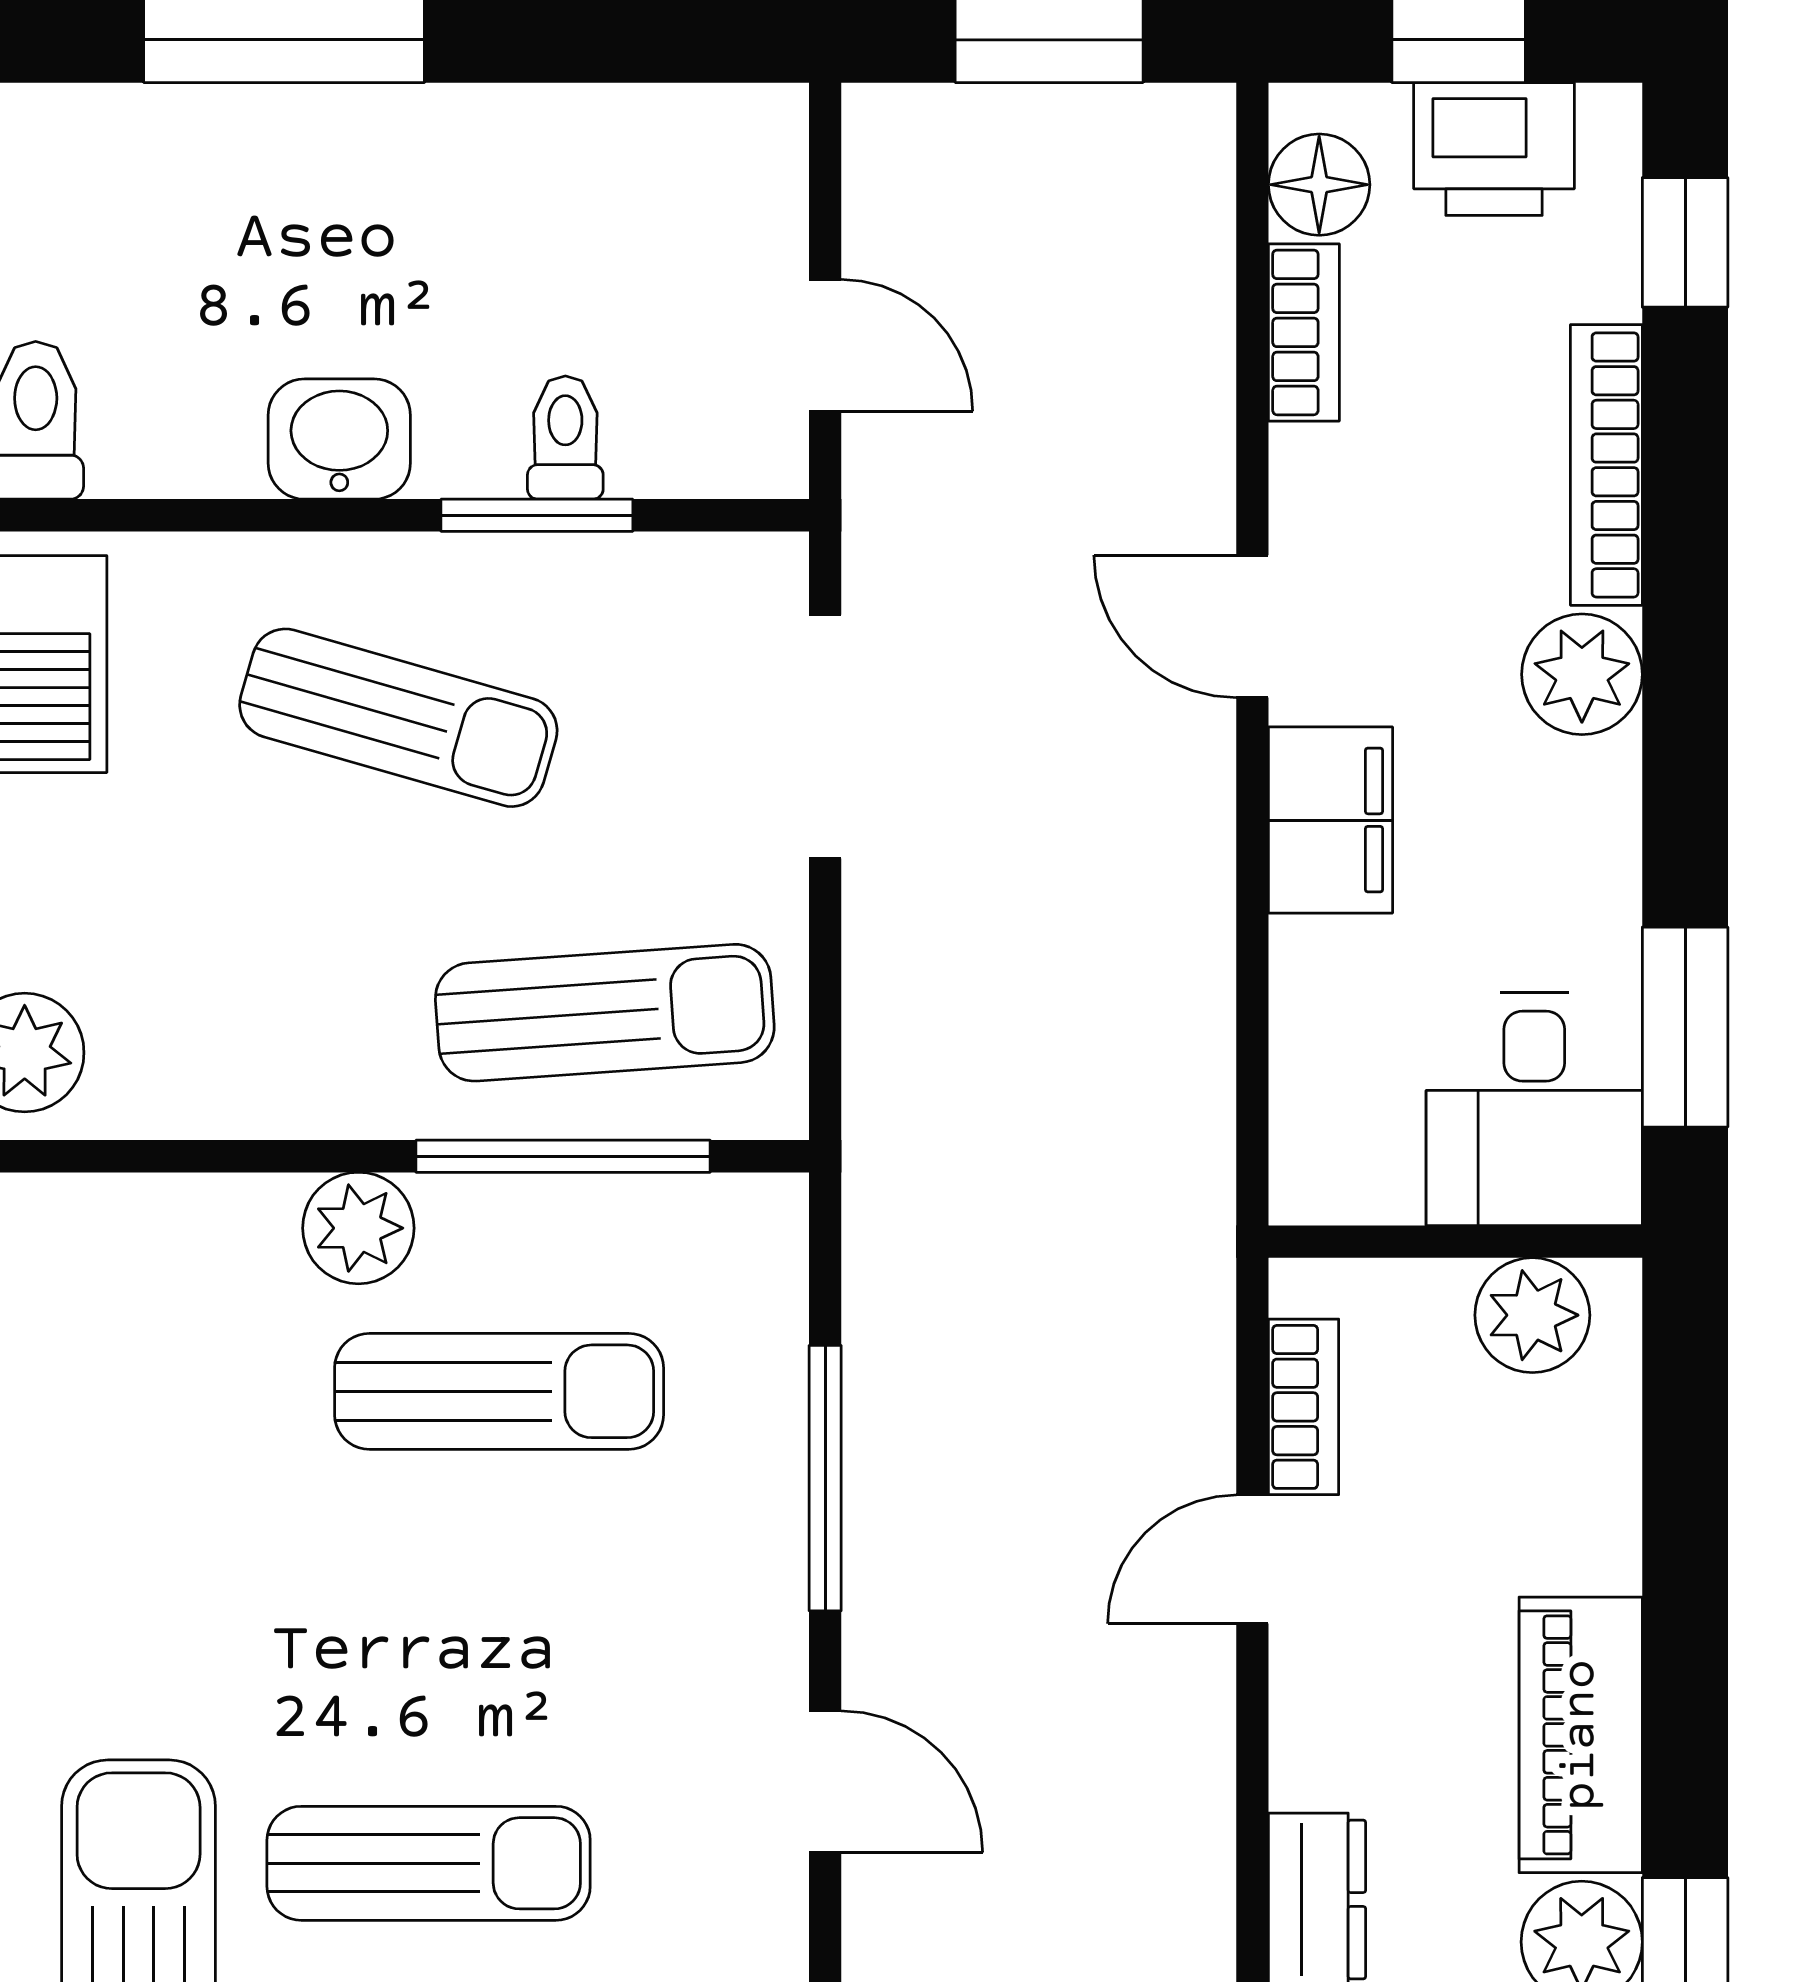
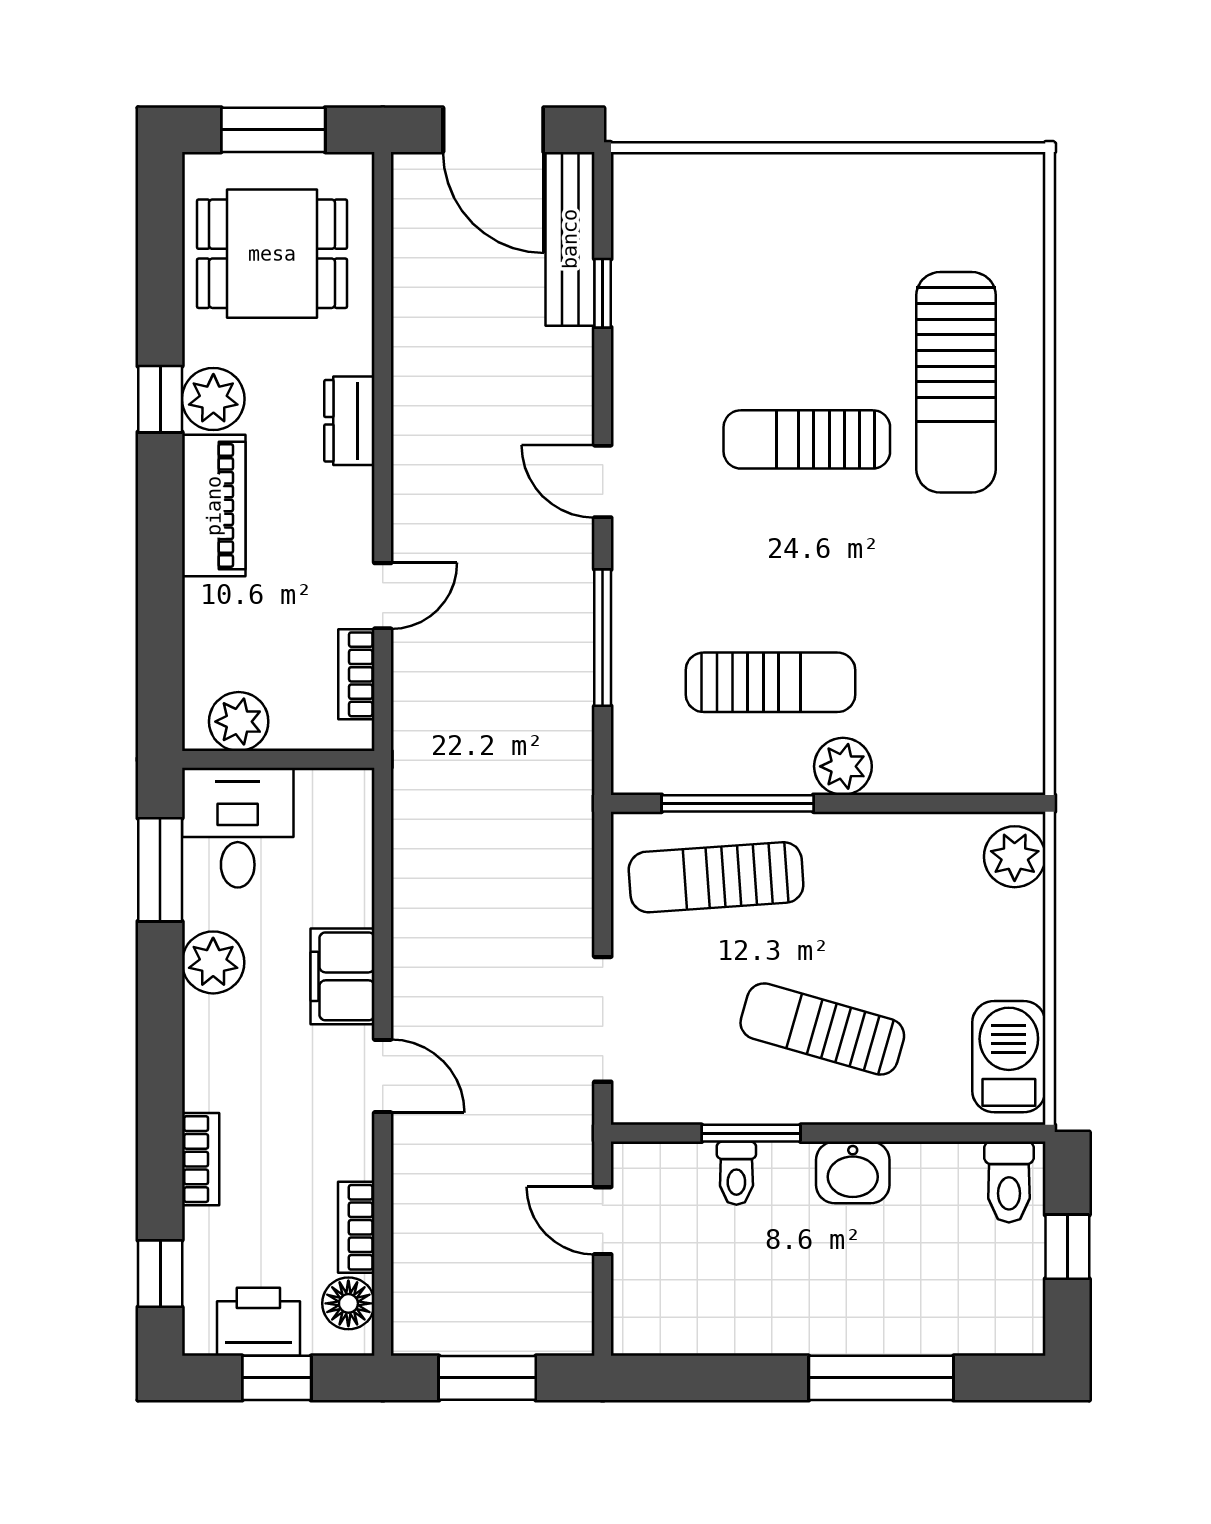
bookcase: (1606, 465) -> (201, 1159), width x0.64
plant: (1582, 674) -> (213, 962), moved
sun lounger: (499, 1391) -> (770, 682), turned 180

